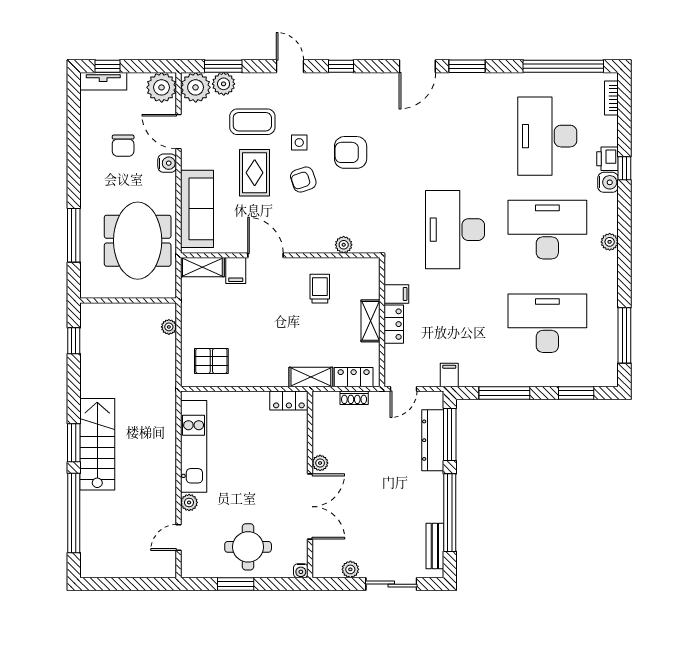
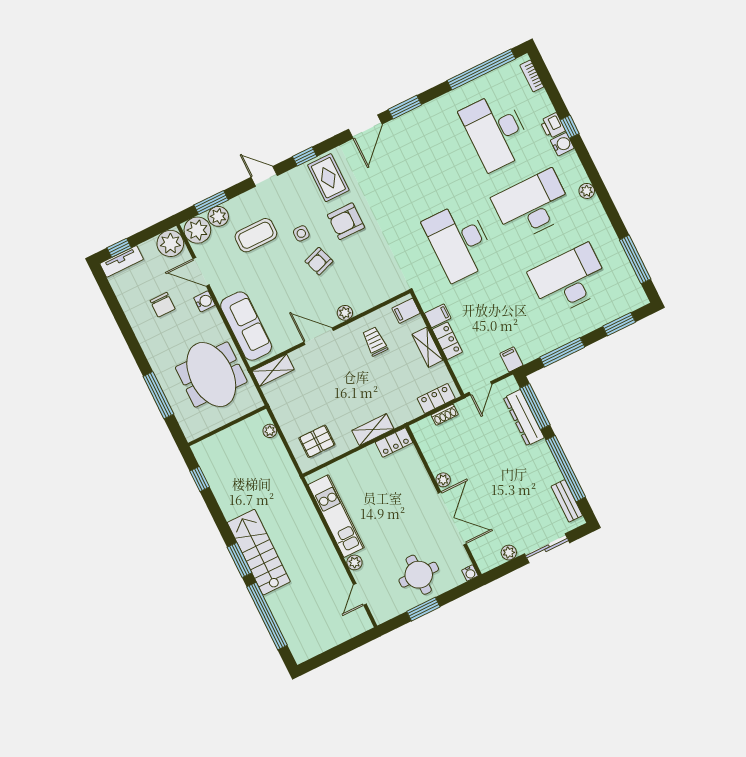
rug: (255, 173) -> (328, 178), moved
plant: (344, 245) -> (345, 313), moved
filing cabinet: (236, 271) -> (406, 311), moved, turned 90
shelving: (311, 377) -> (373, 430), moved

